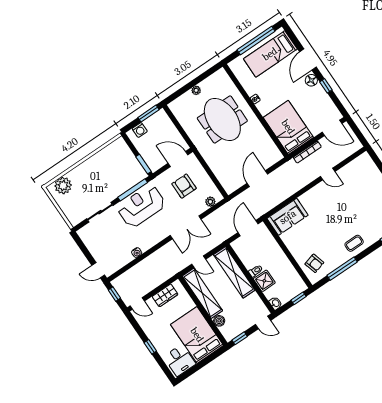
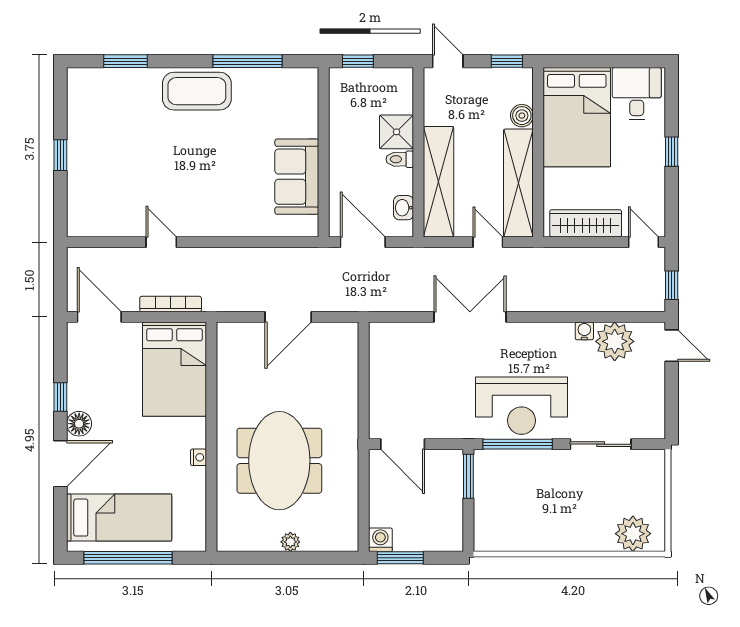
washing machine: (140, 130) -> (380, 540), moved
armchair: (184, 186) -> (424, 390), removed
plant: (210, 202) -> (615, 341), moved, width x1.88, depth x1.88
sofa: (288, 217) -> (297, 177), moved, turned -90
door: (248, 228) -> (363, 242), swing flipped
coffee table: (354, 243) -> (197, 91), width x1.86, depth x1.72
armchair: (314, 263) -> (289, 103), removed
wardrobe: (165, 295) -> (586, 223), width x1.50
washbasin: (276, 303) -> (404, 208), moved

